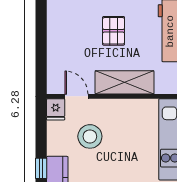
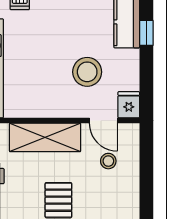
stool: (72, 63) -> (108, 161), added

